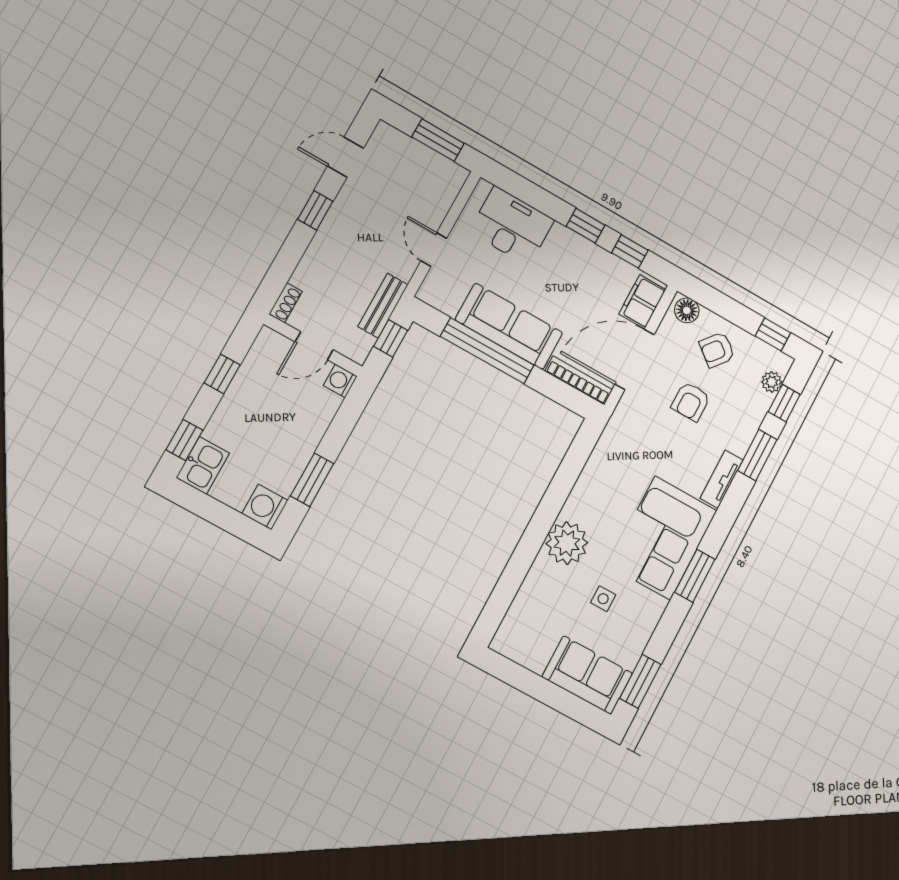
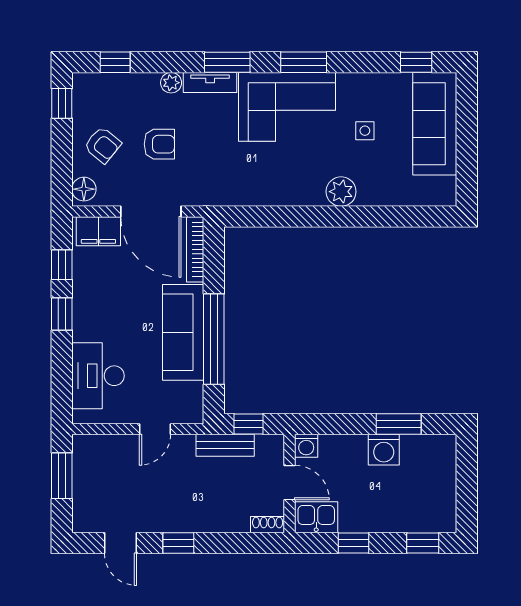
plant: (772, 382) -> (171, 83), moved
window: (757, 455) -> (227, 62), moved
kitchen sink: (203, 465) -> (316, 517), moved
washing machine: (265, 507) -> (384, 450), moved
plant: (567, 543) -> (341, 192), width x0.73, depth x0.73
sofa: (587, 675) -> (435, 124), width x1.36
window: (640, 681) -> (416, 62), width x0.67

